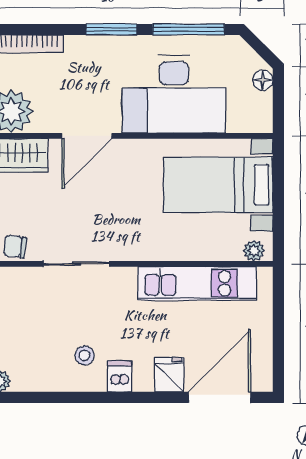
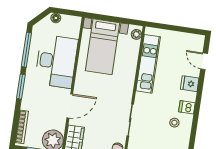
door: (87, 136) -> (70, 106), hinge flipped
door: (220, 397) -> (204, 61), width x0.53

